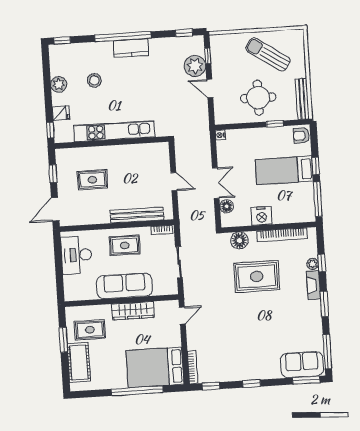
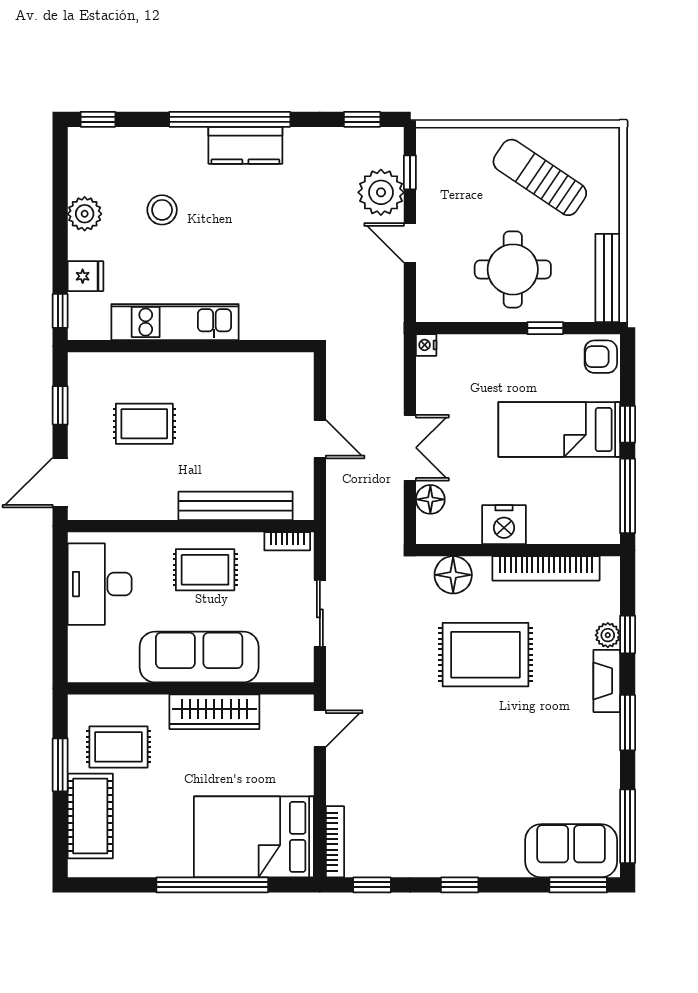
kitchen unit: (114, 131) -> (175, 322), width x0.73

